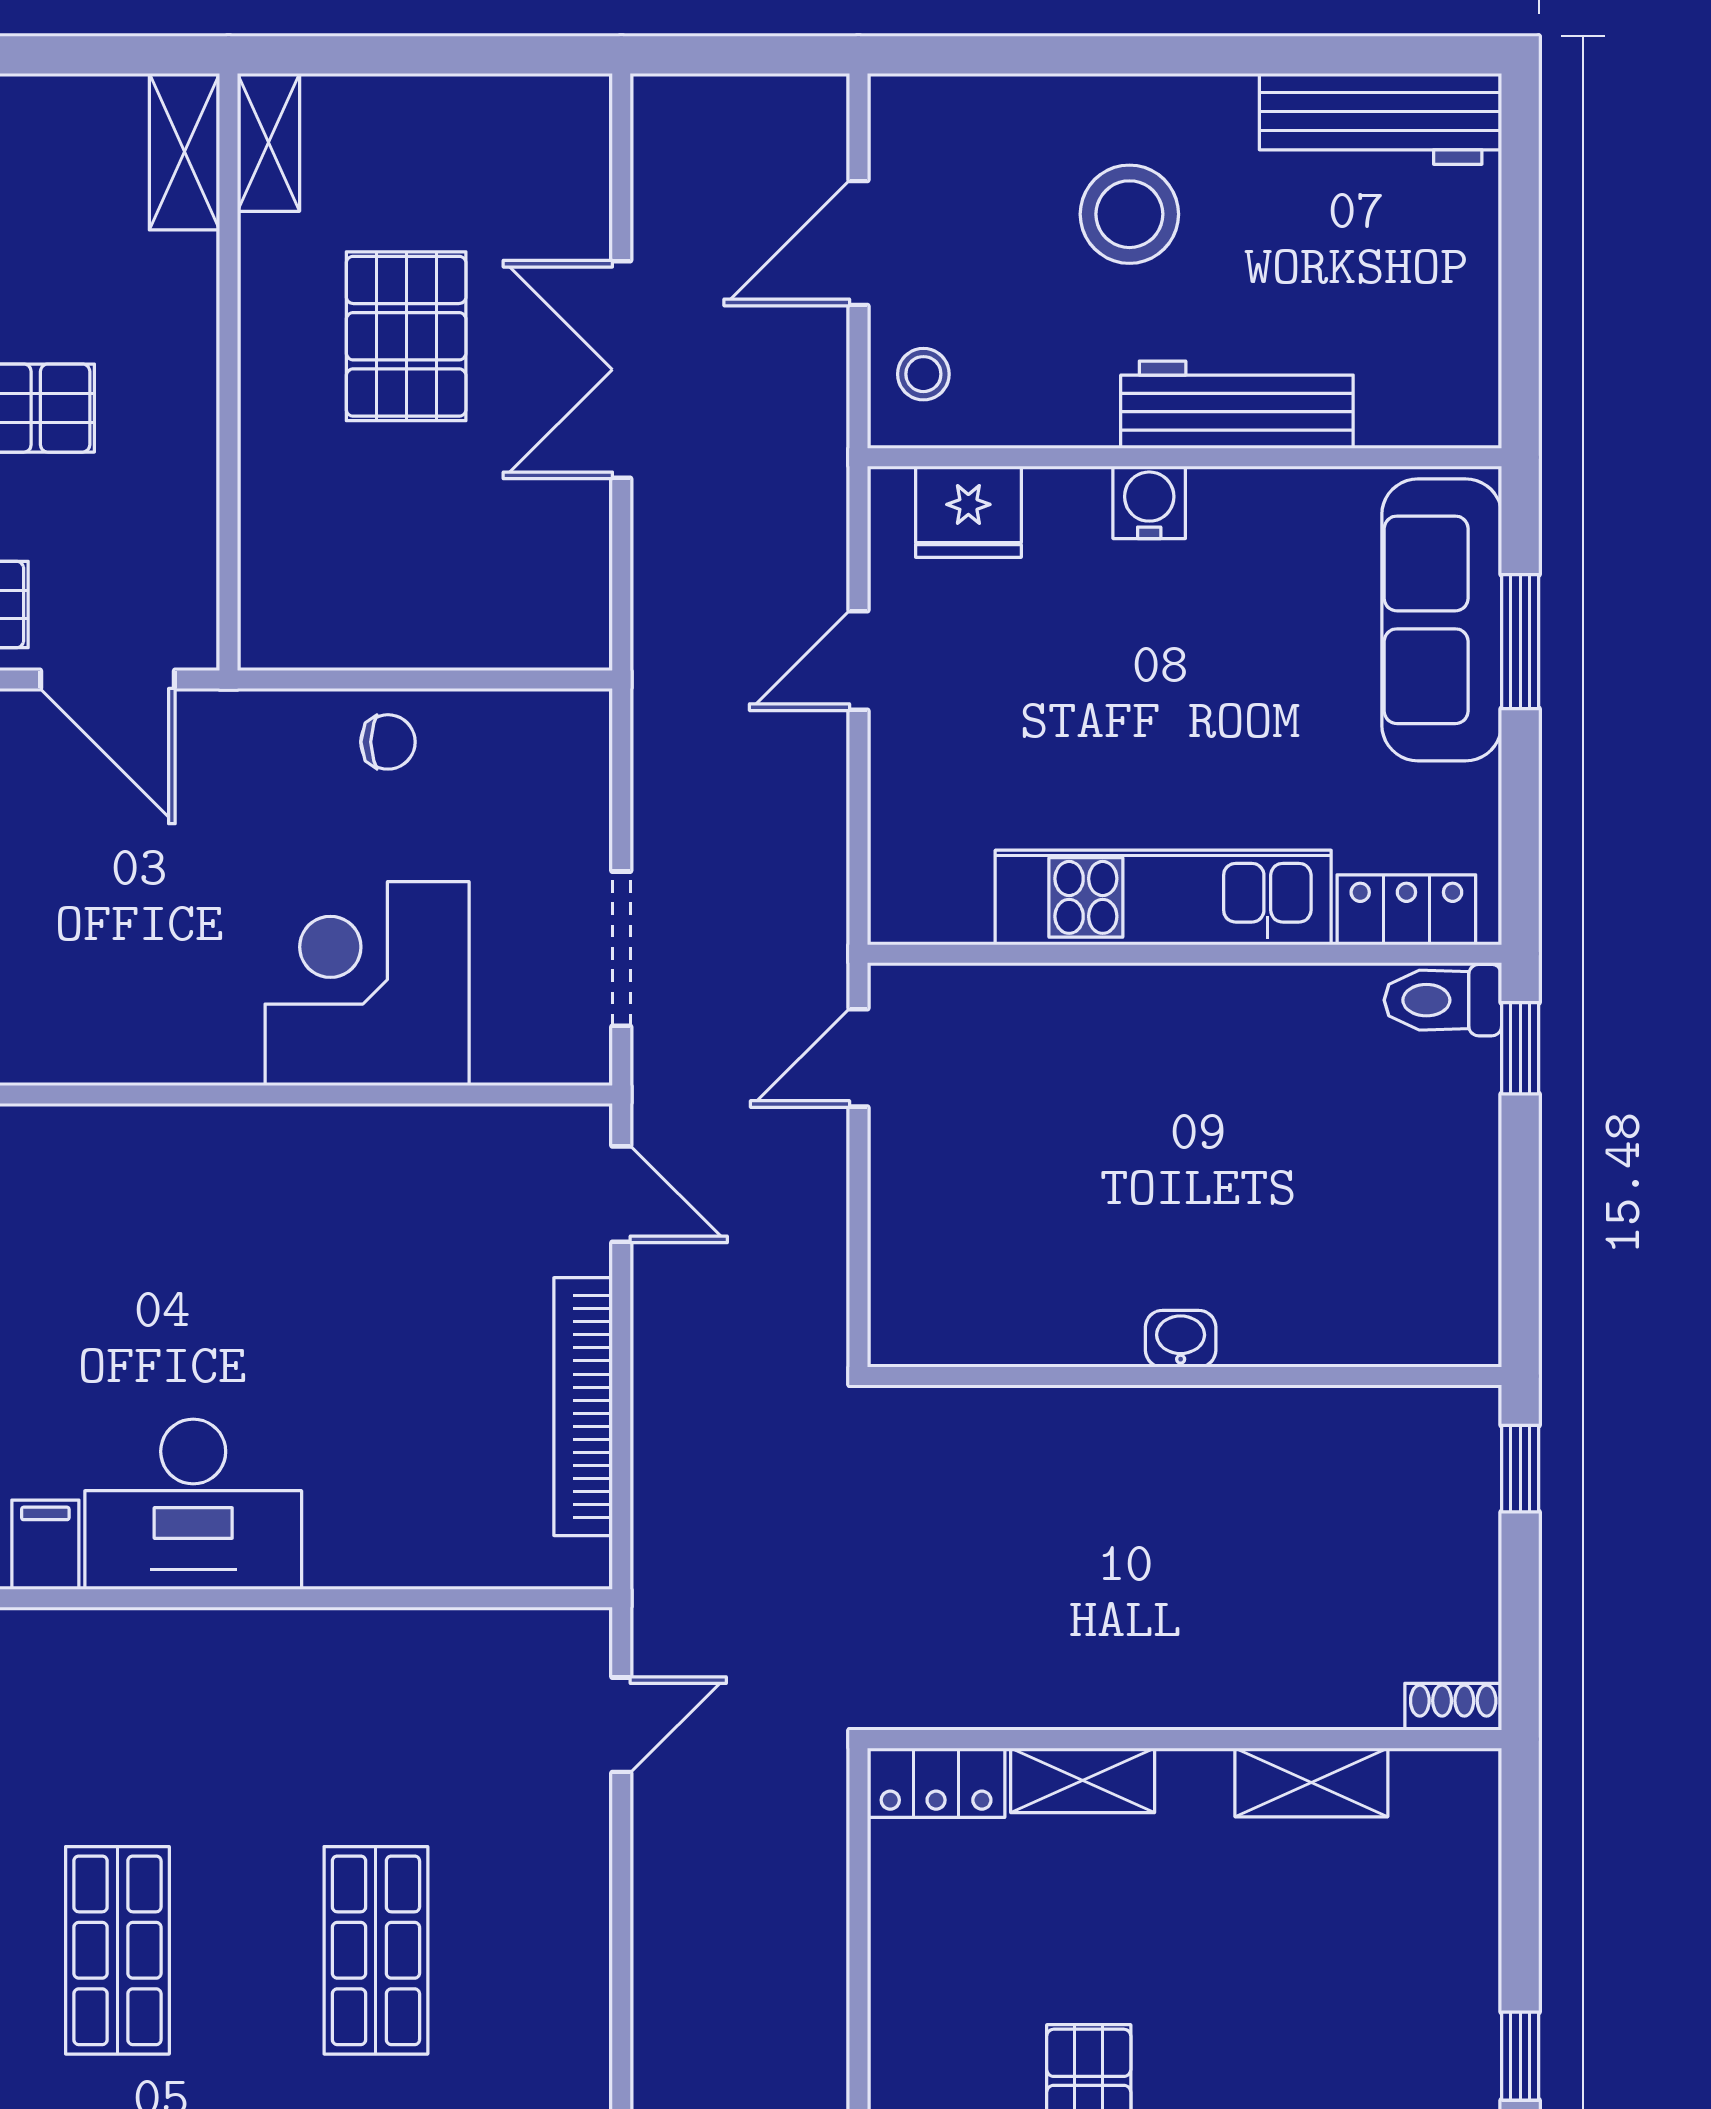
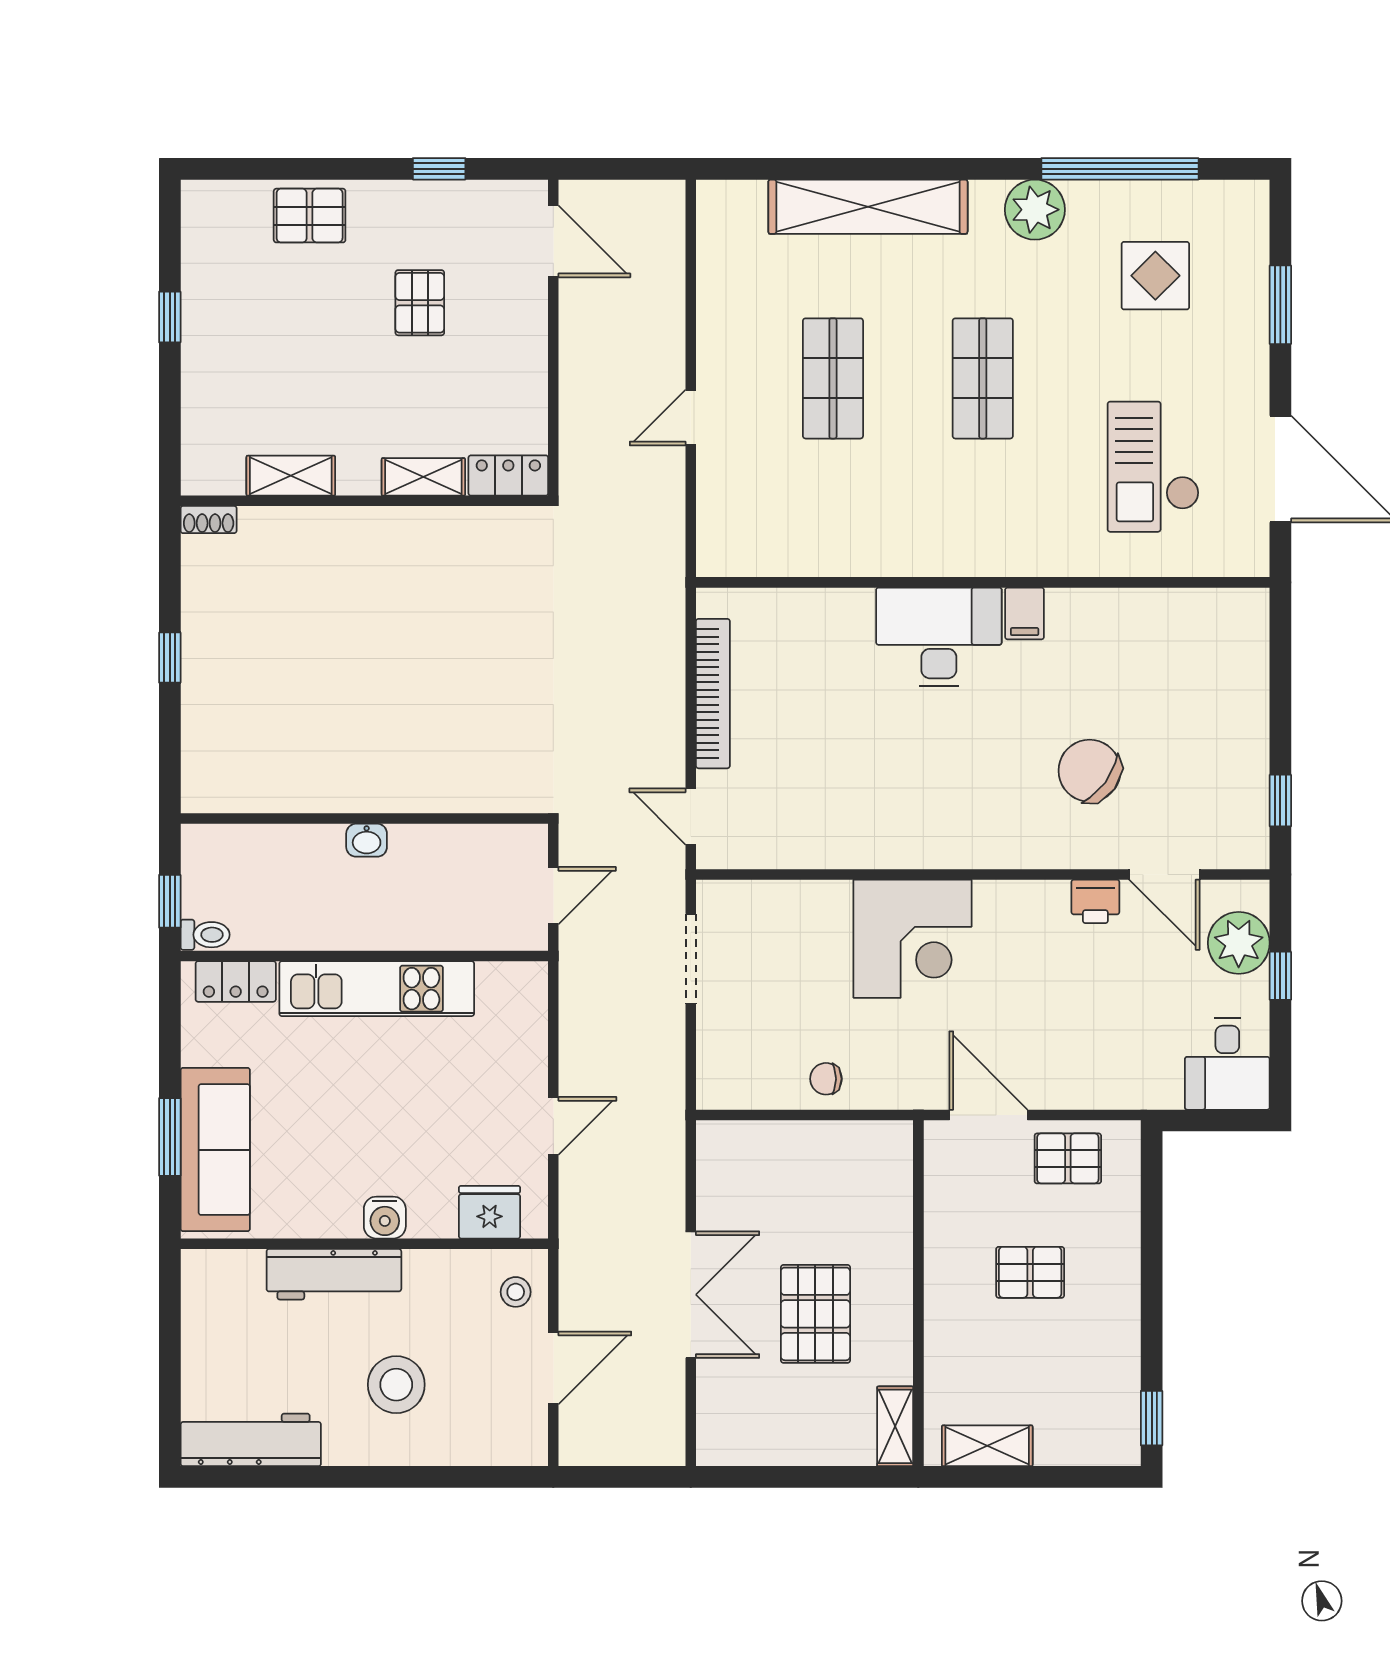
shelving: (184, 152) -> (987, 1446), moved, turned 90
corner desk: (367, 984) -> (912, 939), moved
toilet: (1443, 1000) -> (205, 935), width x0.73, depth x0.72
washbasin: (1181, 1339) -> (367, 840), moved
wall: (1184, 1376) -> (364, 819), moved
door: (621, 1725) -> (691, 418), moved

